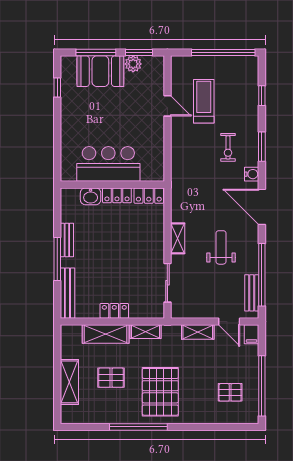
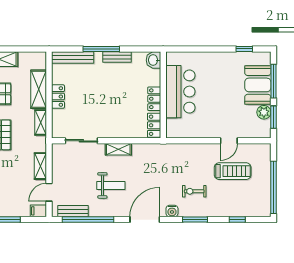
washbasin: (91, 196) -> (153, 60), moved

